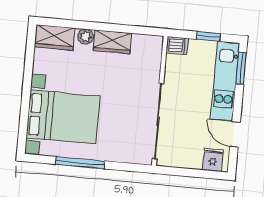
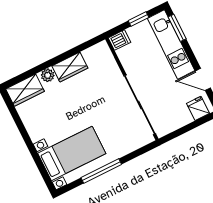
bed with nightstands: (63, 117) -> (72, 153), width x0.73

